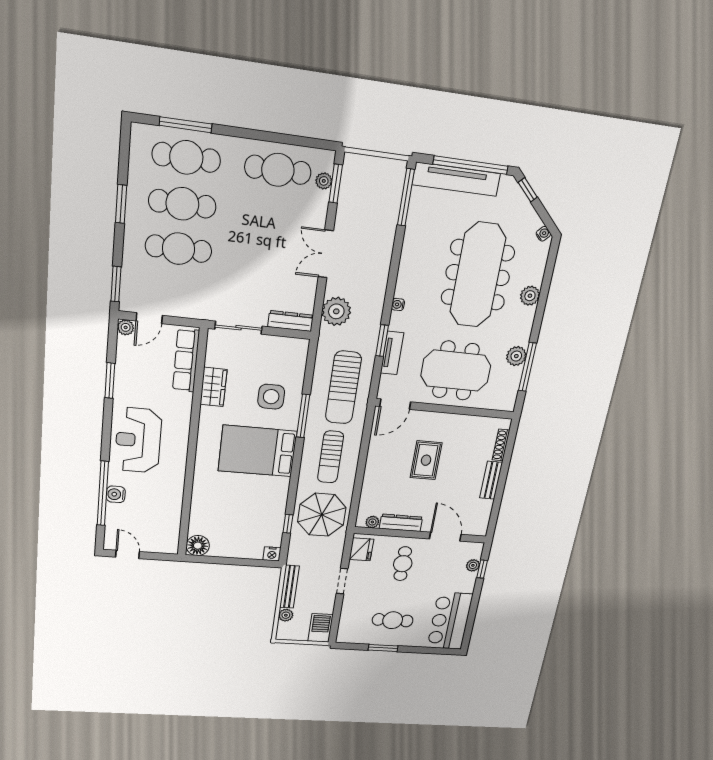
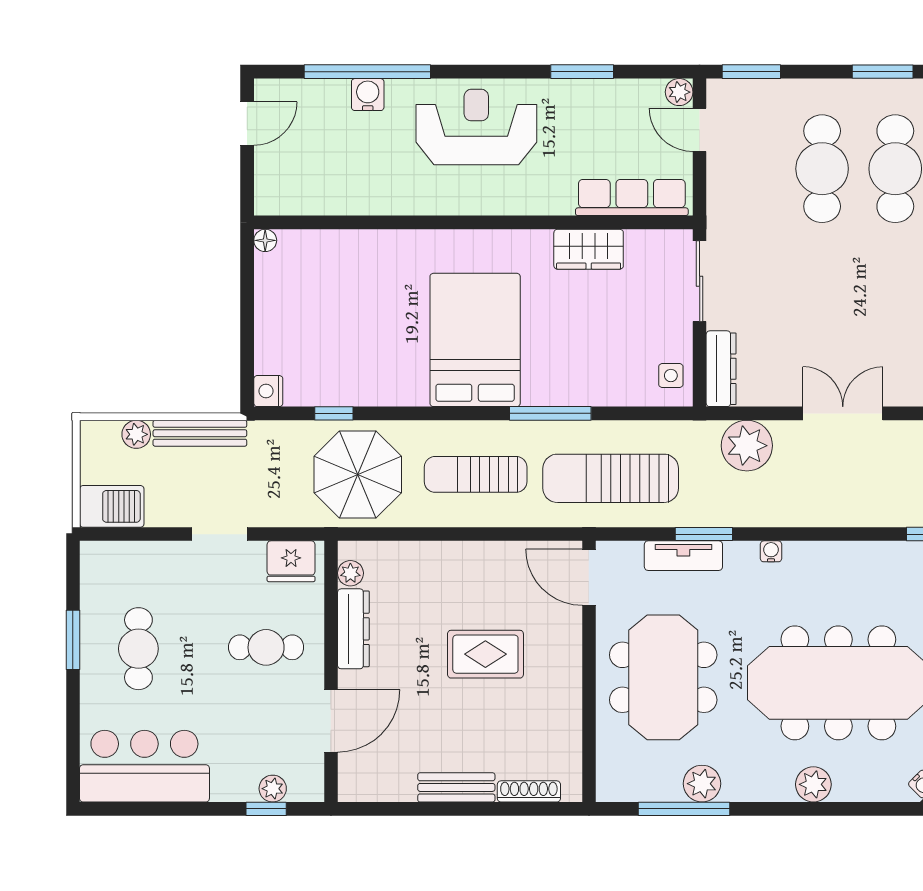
side table: (271, 397) -> (671, 376), moved, width x0.54, depth x0.54
floor lamp: (198, 546) -> (265, 240), width x0.53, depth x0.53

